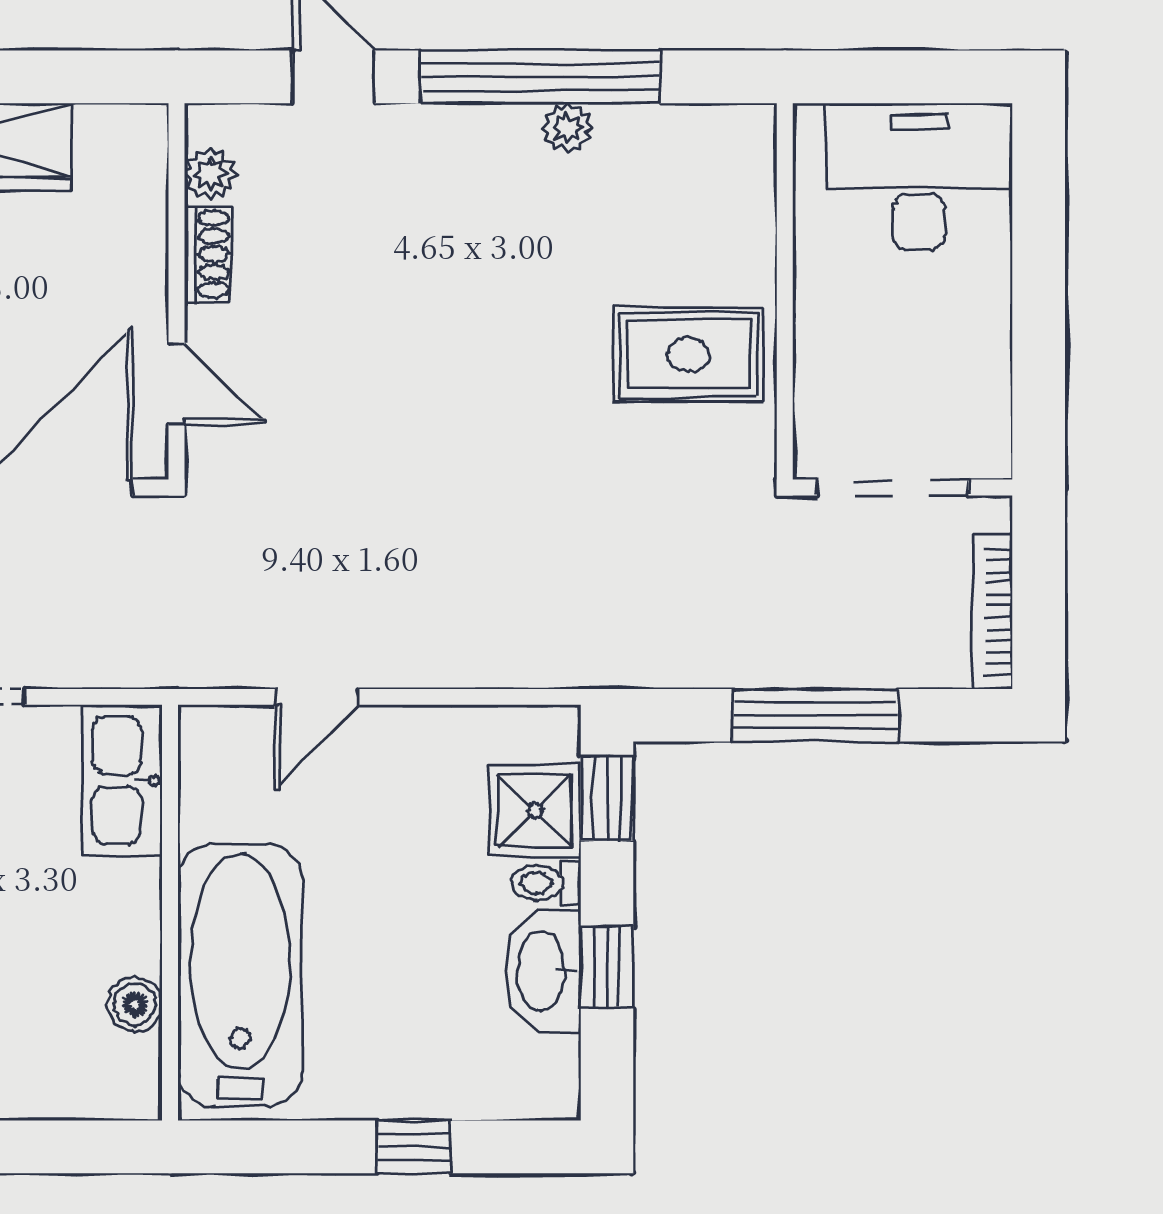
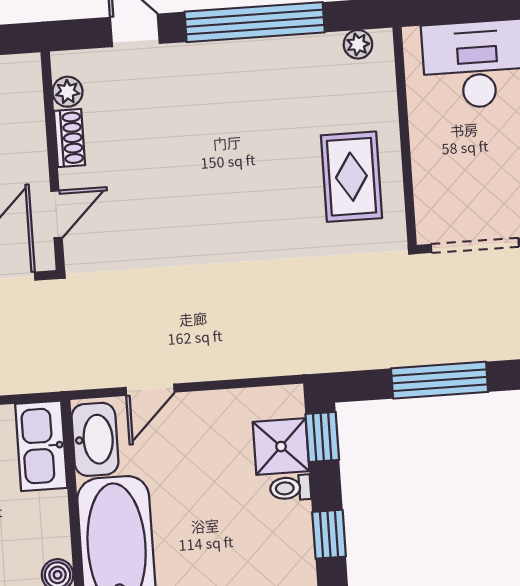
plant: (568, 128) -> (358, 44), moved
rug: (689, 355) -> (351, 177), turned 90
door: (177, 384) -> (56, 214), hinge flipped
washbasin: (543, 971) -> (95, 439), moved, turned 180

